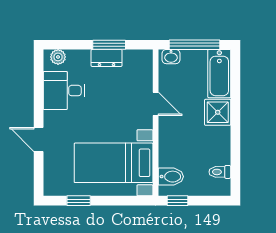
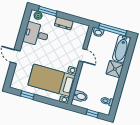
window: (109, 45) -> (48, 11), moved
window: (177, 201) -> (92, 114), moved

